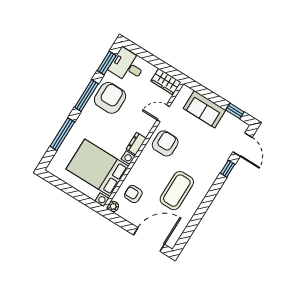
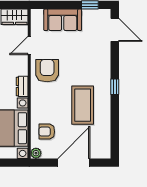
window: (228, 169) -> (115, 87), moved
door: (149, 240) -> (74, 163), moved

